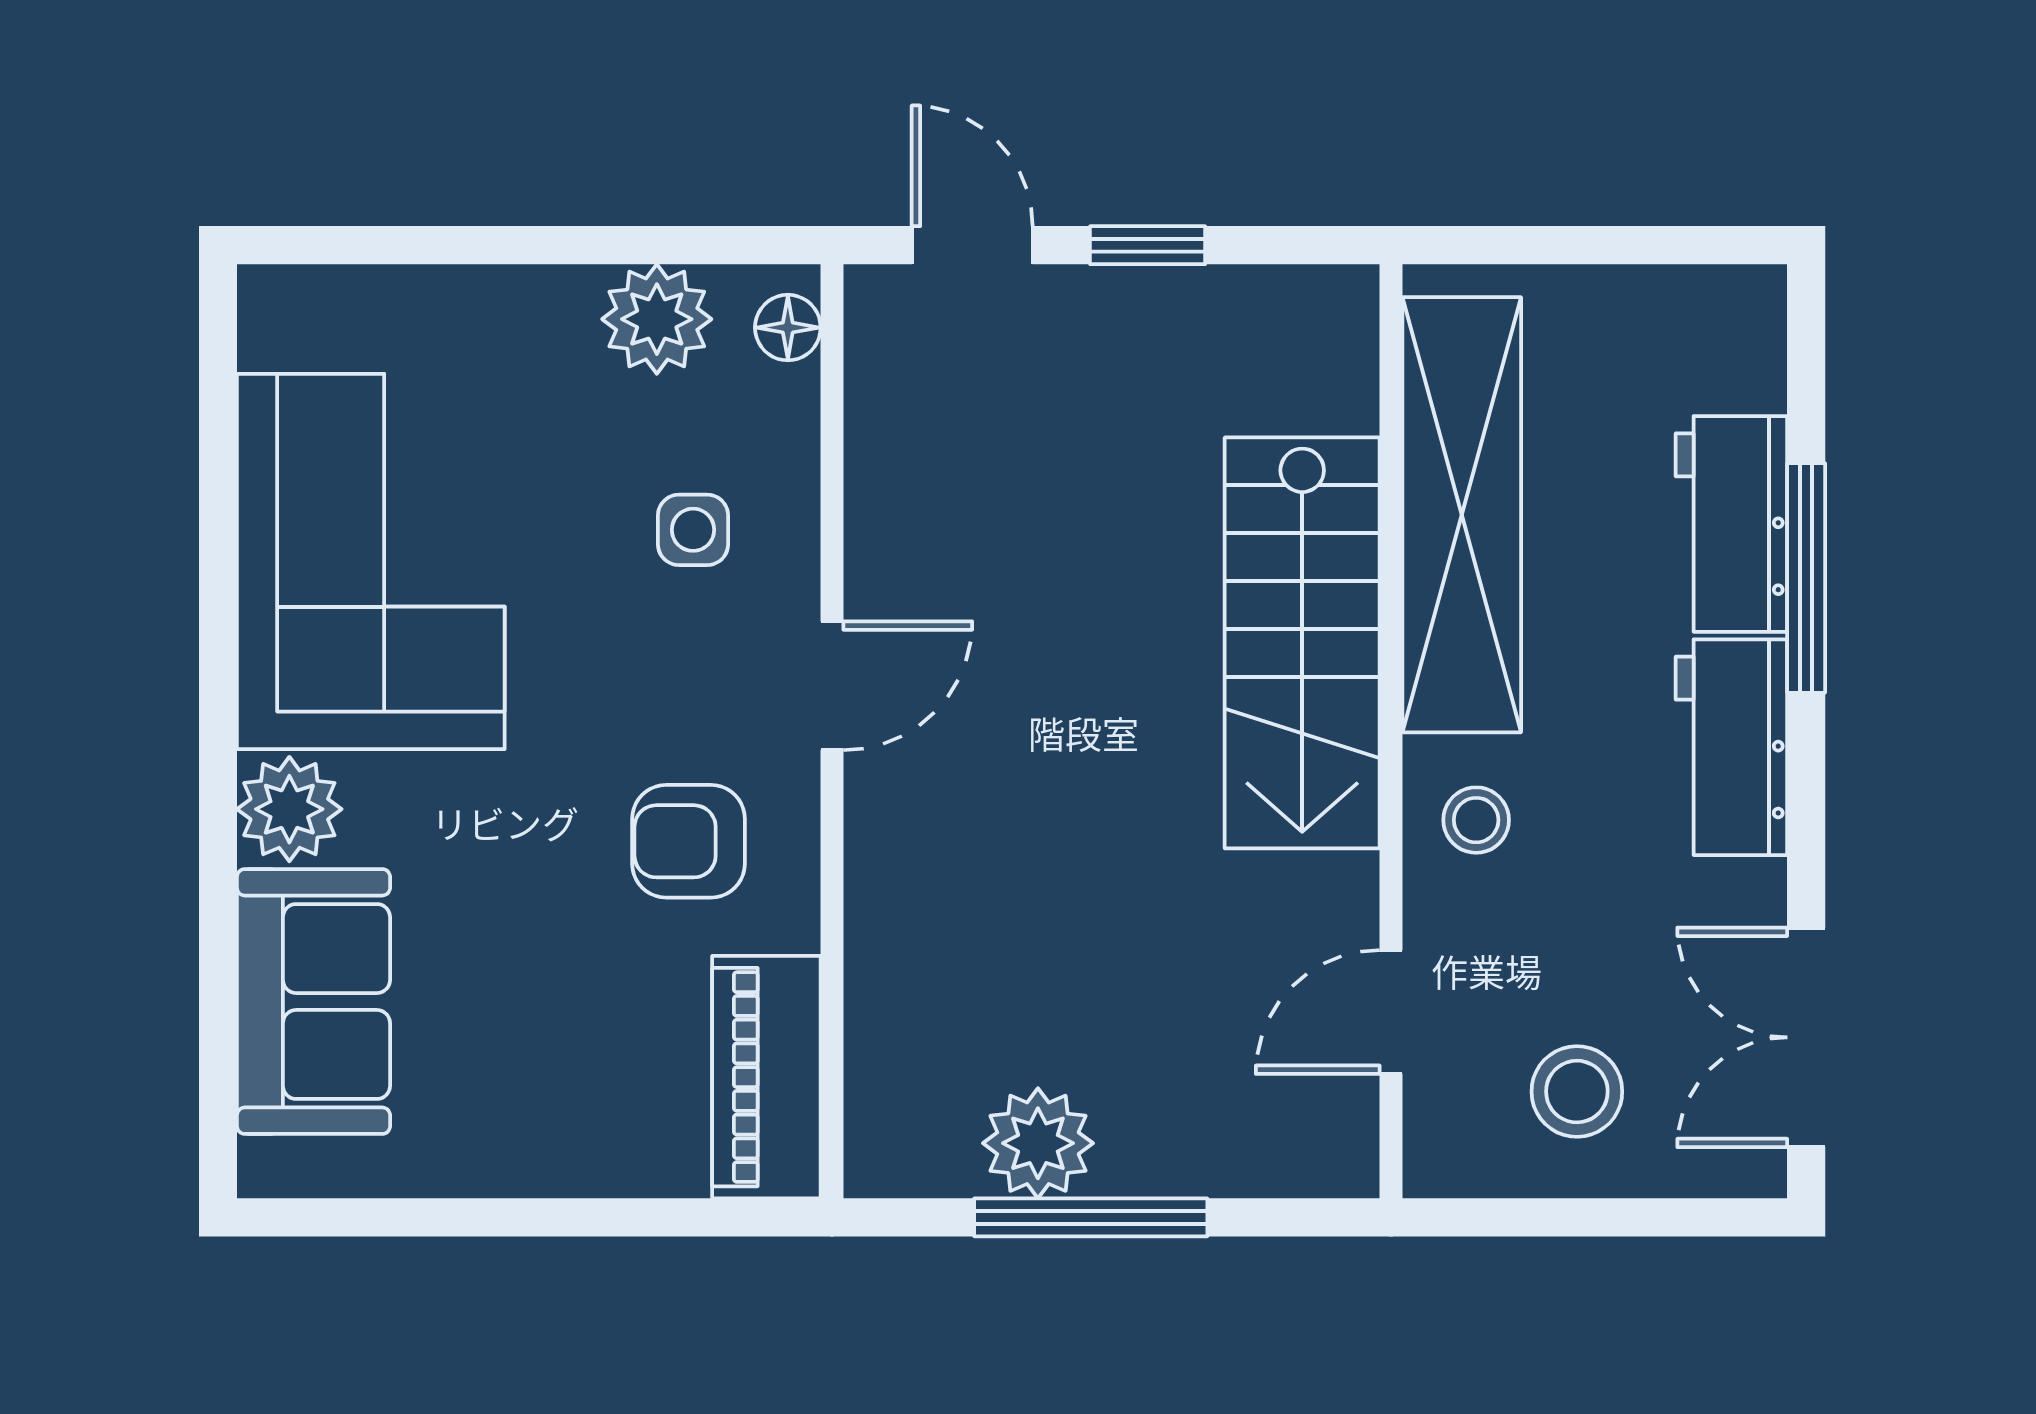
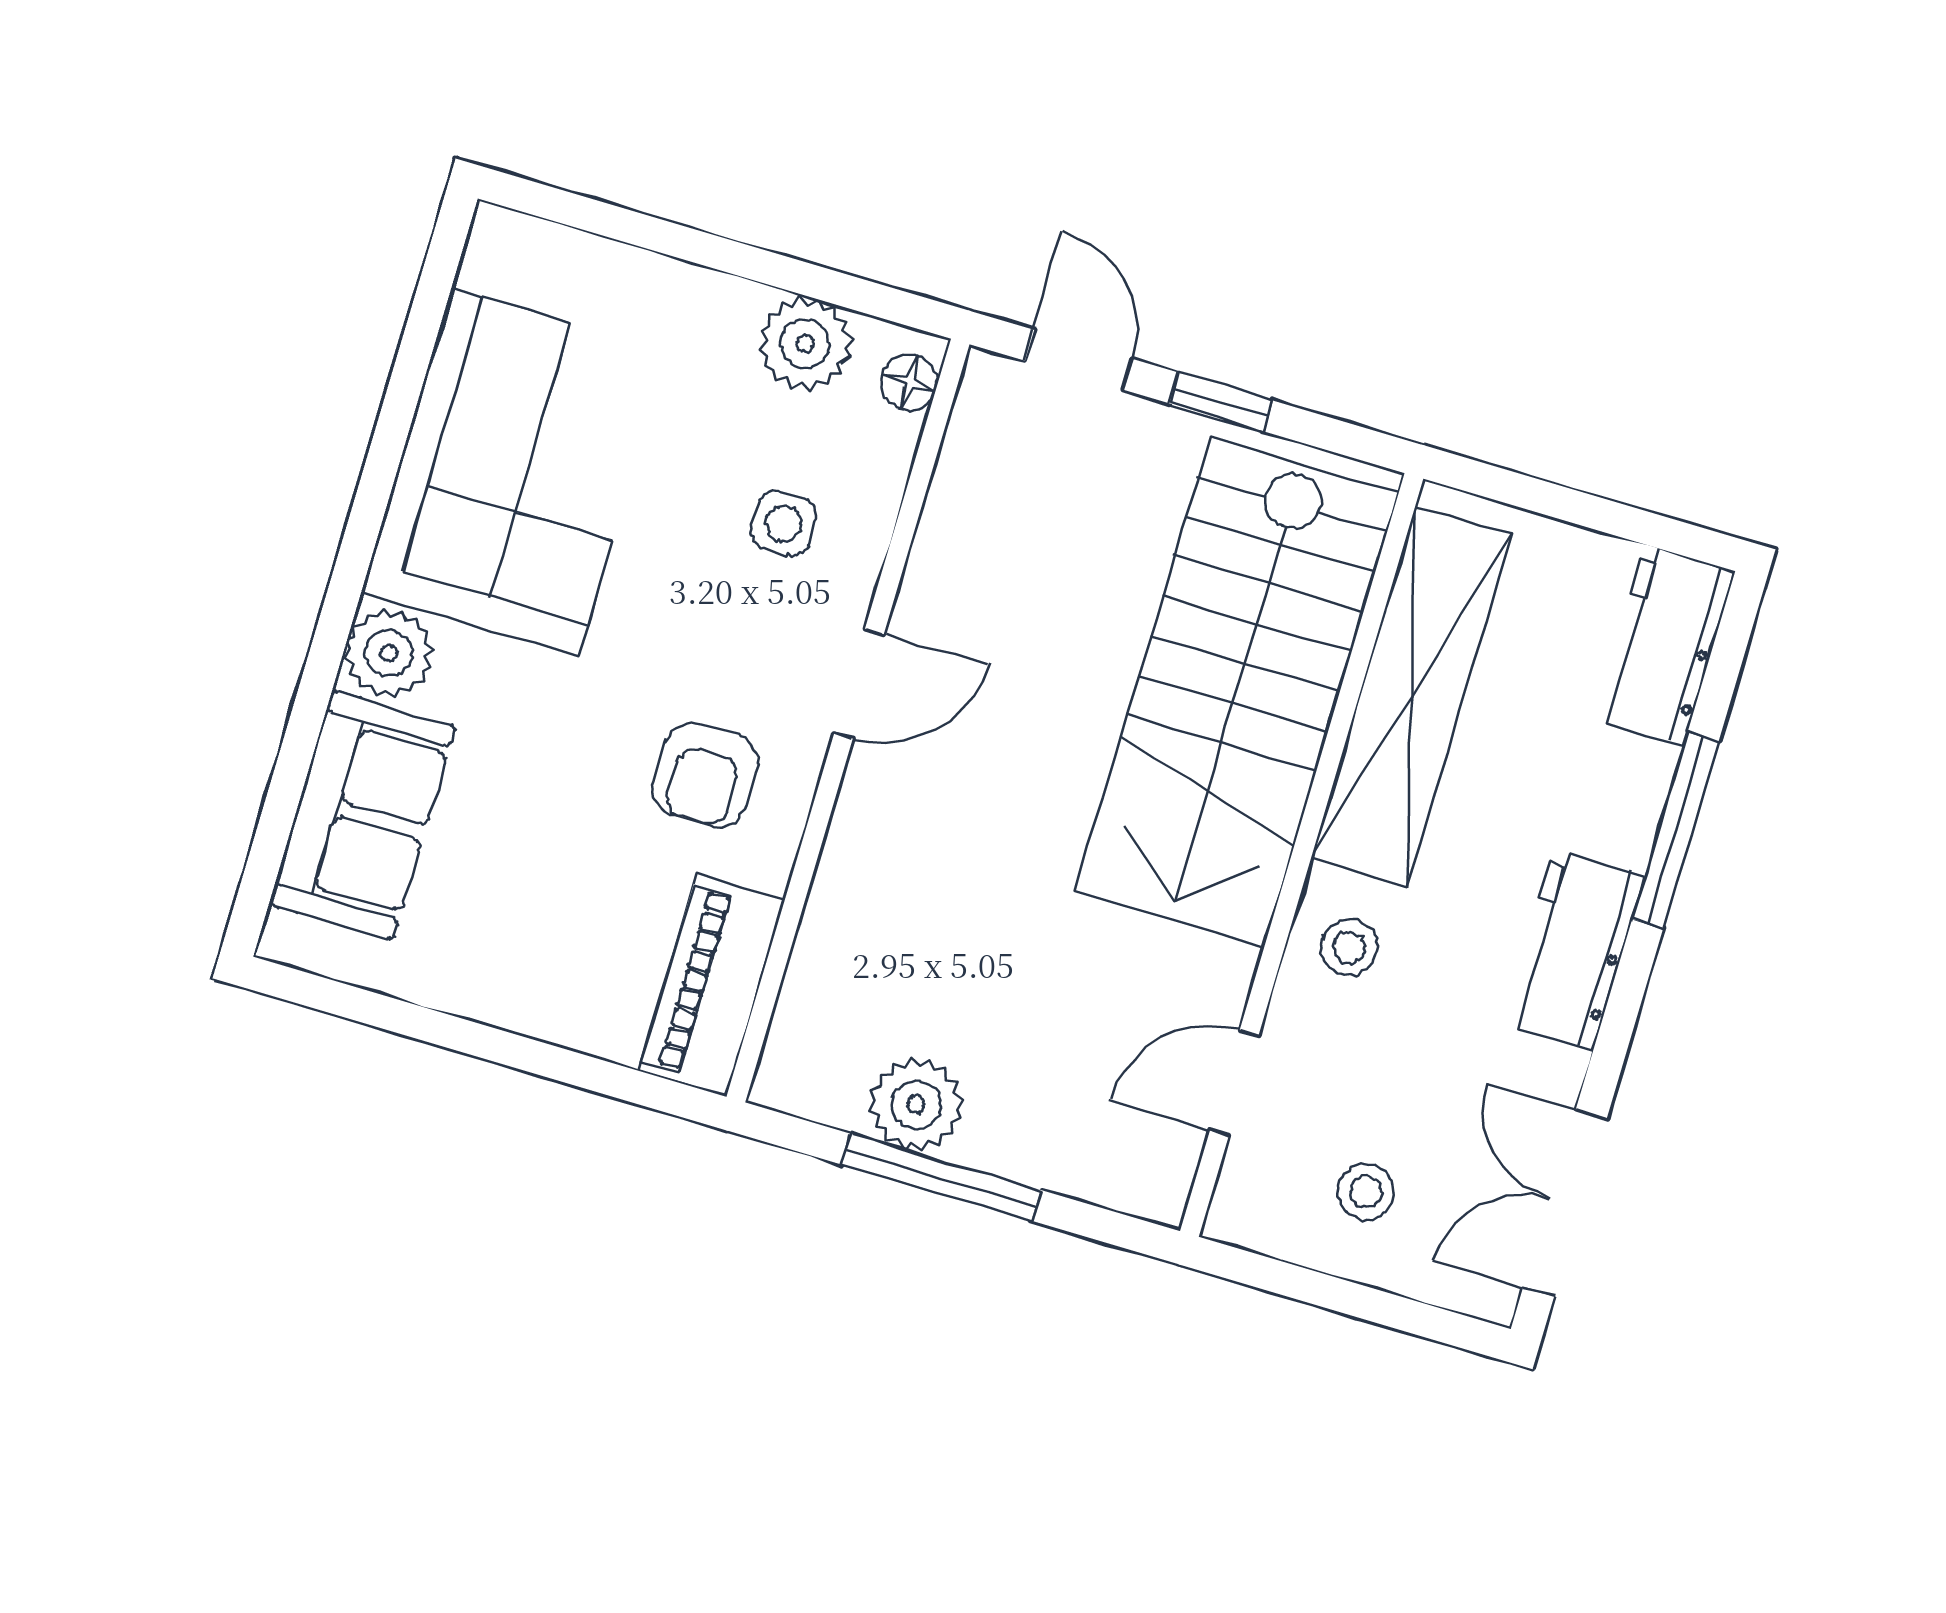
workbench: (1731, 524) -> (1664, 645), moved
stairs: (1302, 643) -> (1237, 692), width x1.36, depth x1.51
armchair: (689, 841) -> (705, 775), turned -90
stool: (1577, 1092) -> (1366, 1192), width x0.73, depth x0.73

